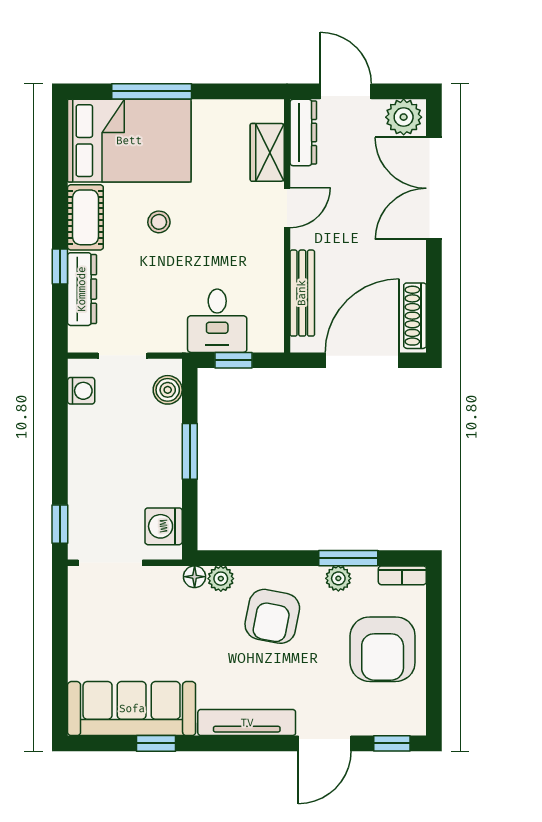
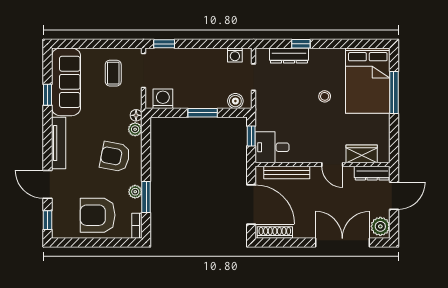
cot: (85, 217) -> (327, 57), removed
desk: (217, 321) -> (272, 147), moved
coffee table: (115, 620) -> (113, 73), added

